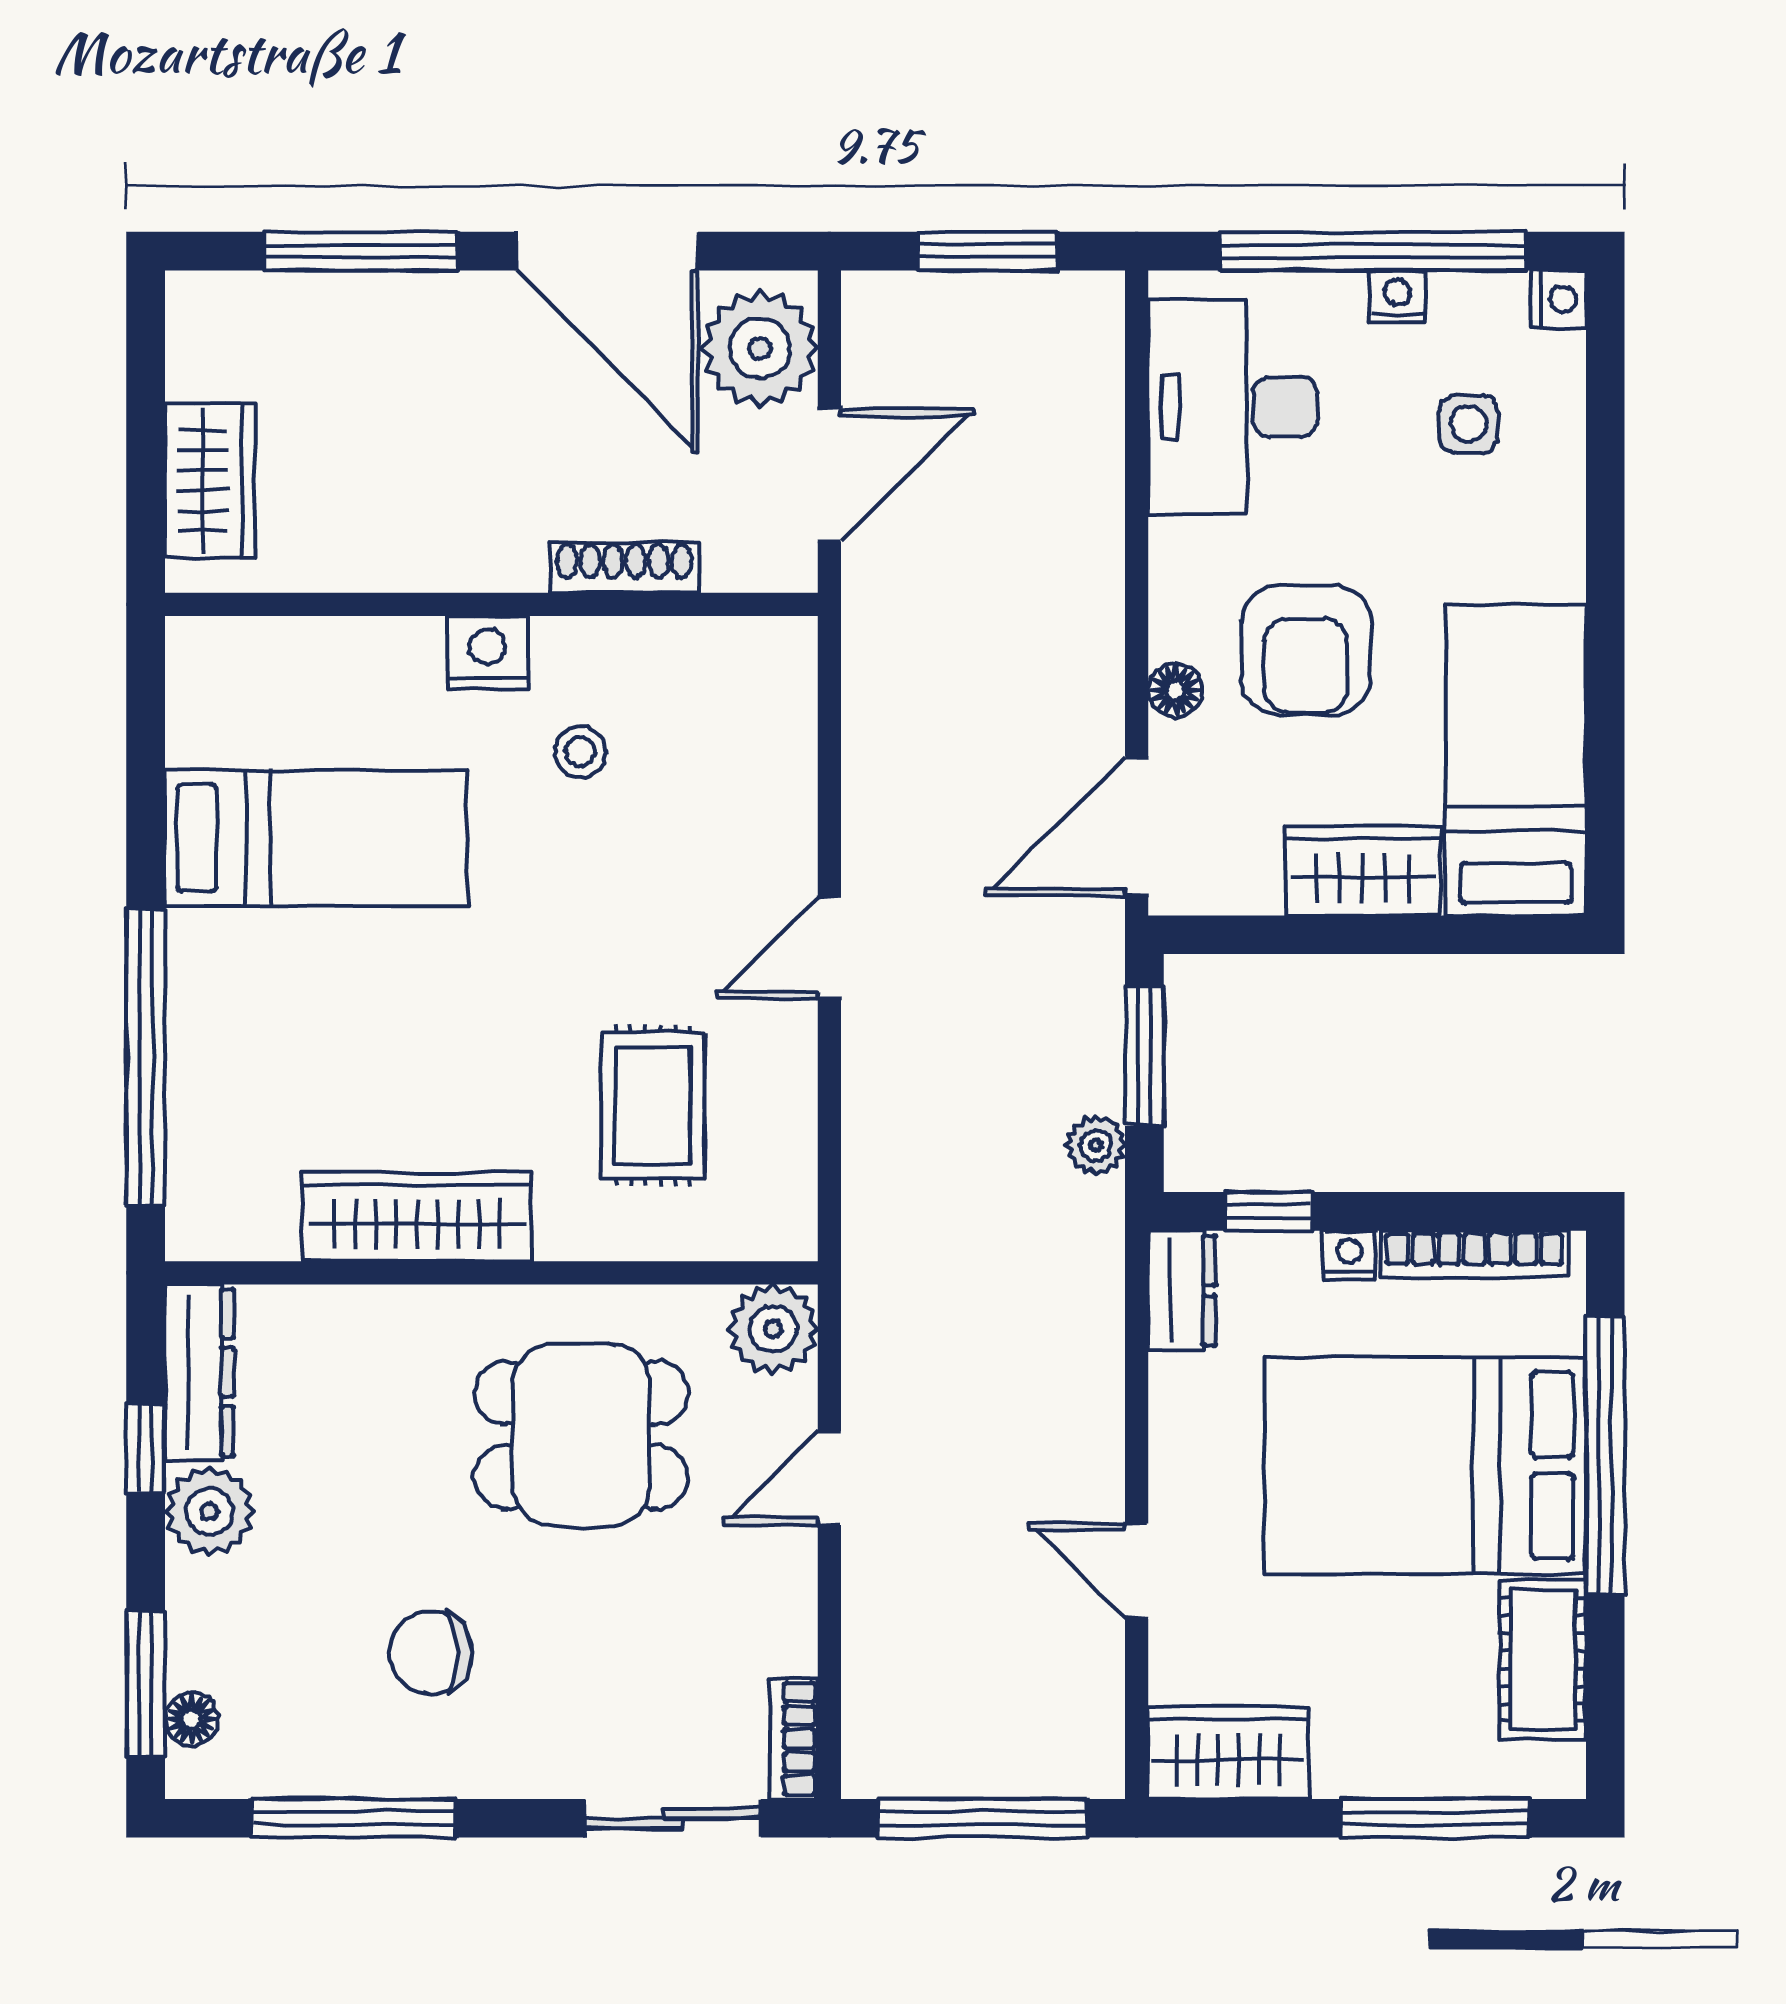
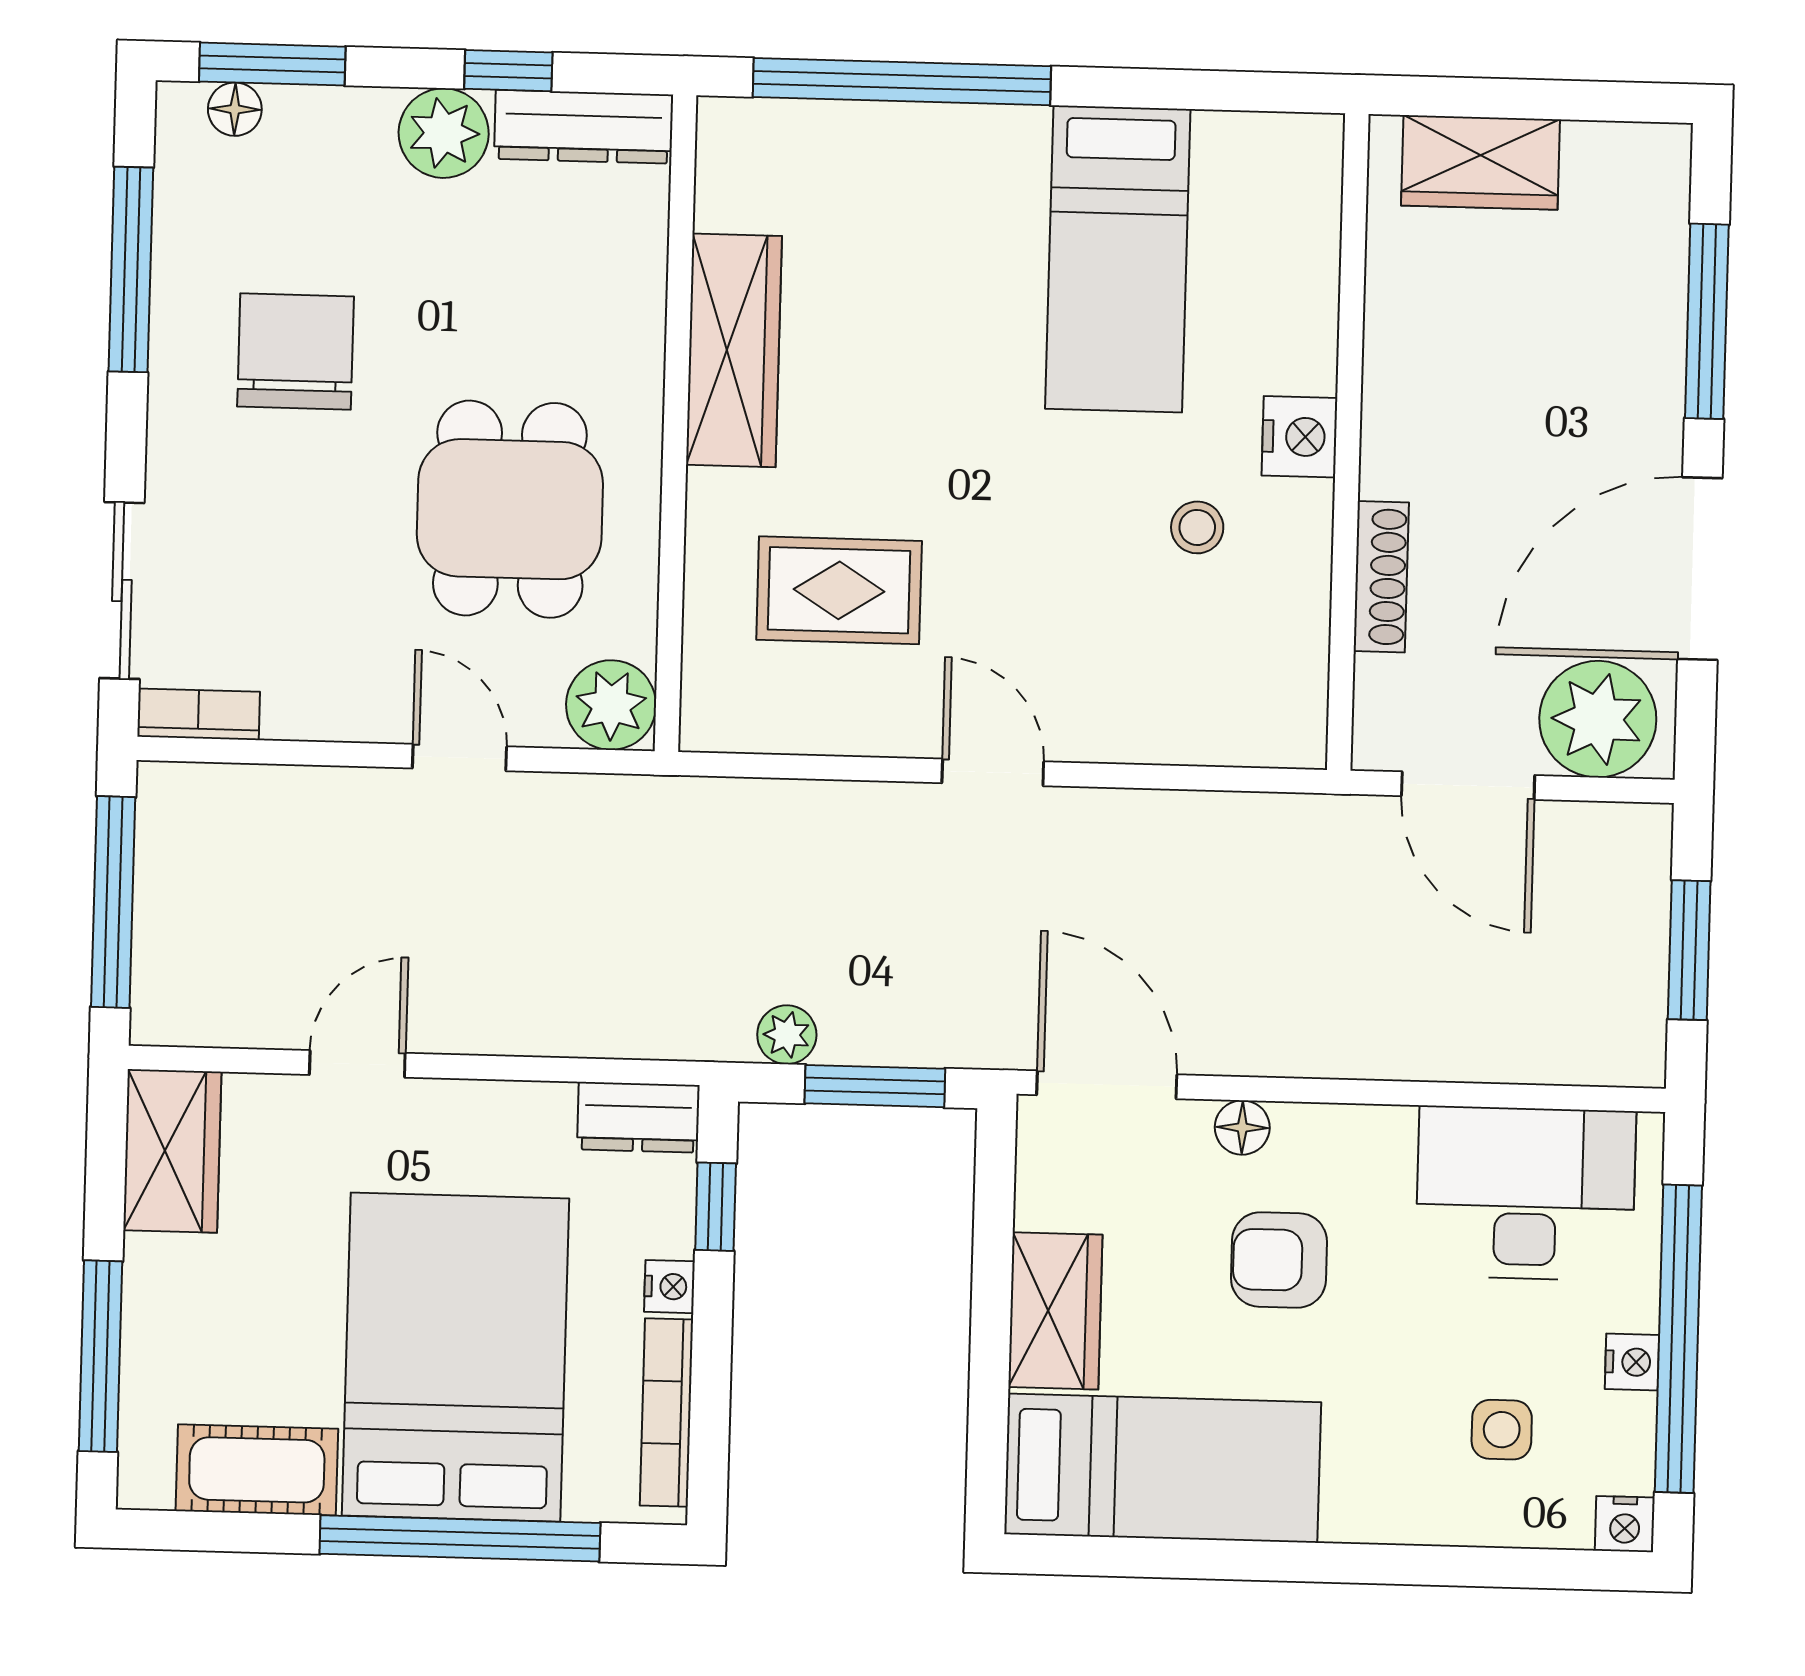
armchair: (1306, 650) -> (1279, 1260), width x0.72, depth x0.72
chair: (431, 1652) -> (296, 352), width x1.37, depth x1.37

